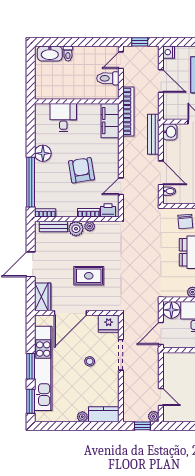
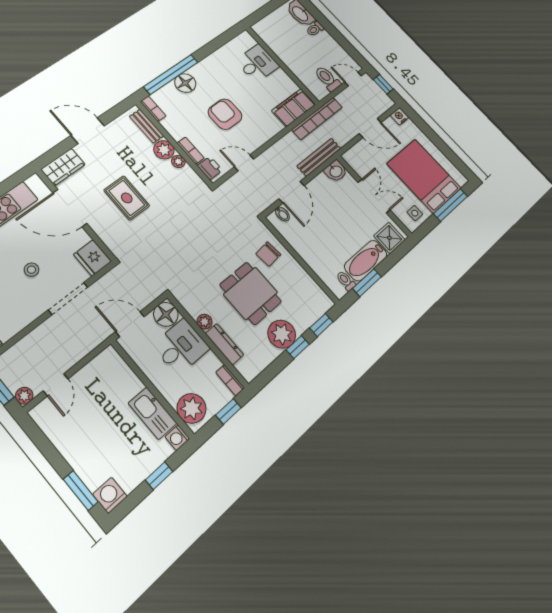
door: (161, 81) -> (370, 128), hinge flipped
floor lamp: (43, 153) -> (185, 83), moved
armchair: (81, 170) -> (225, 114), turned -81

